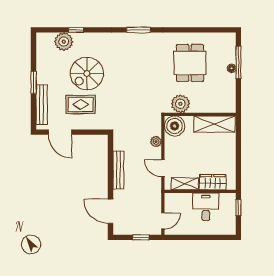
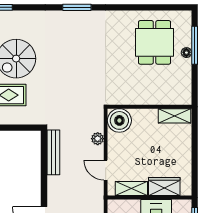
dining table: (190, 63) -> (155, 42), moved
plant: (180, 104) -> (126, 94), removed
shelving: (215, 124) -> (174, 116), width x0.67, depth x0.75
bench: (118, 170) -> (53, 152), moved

